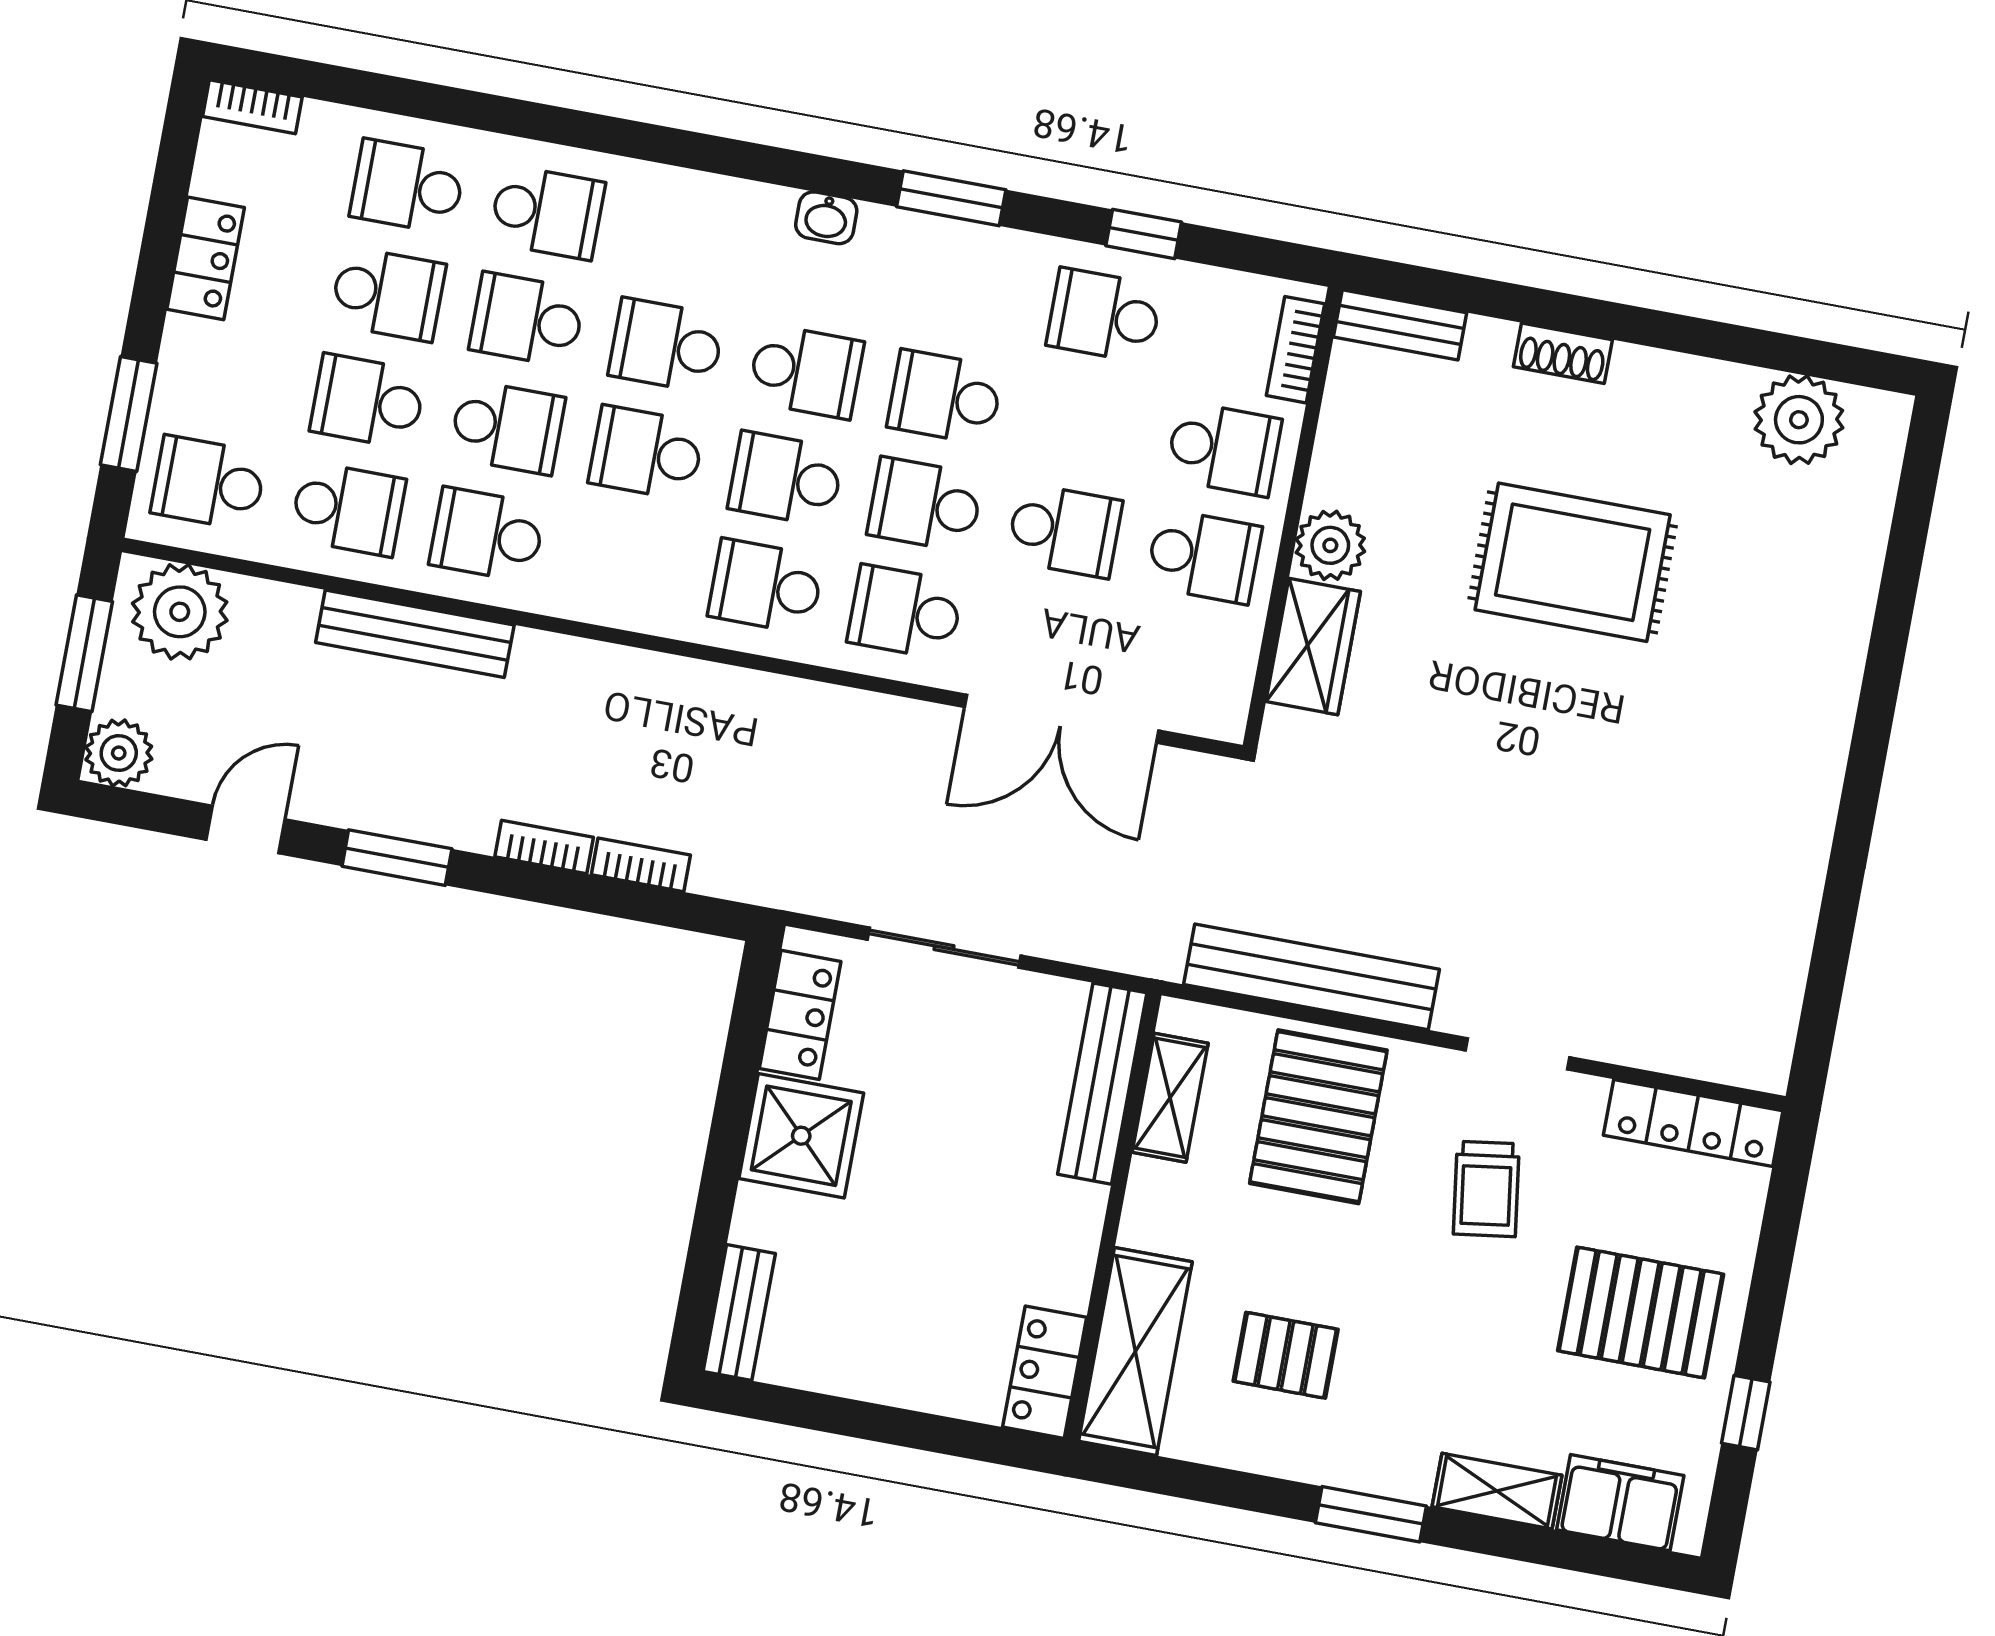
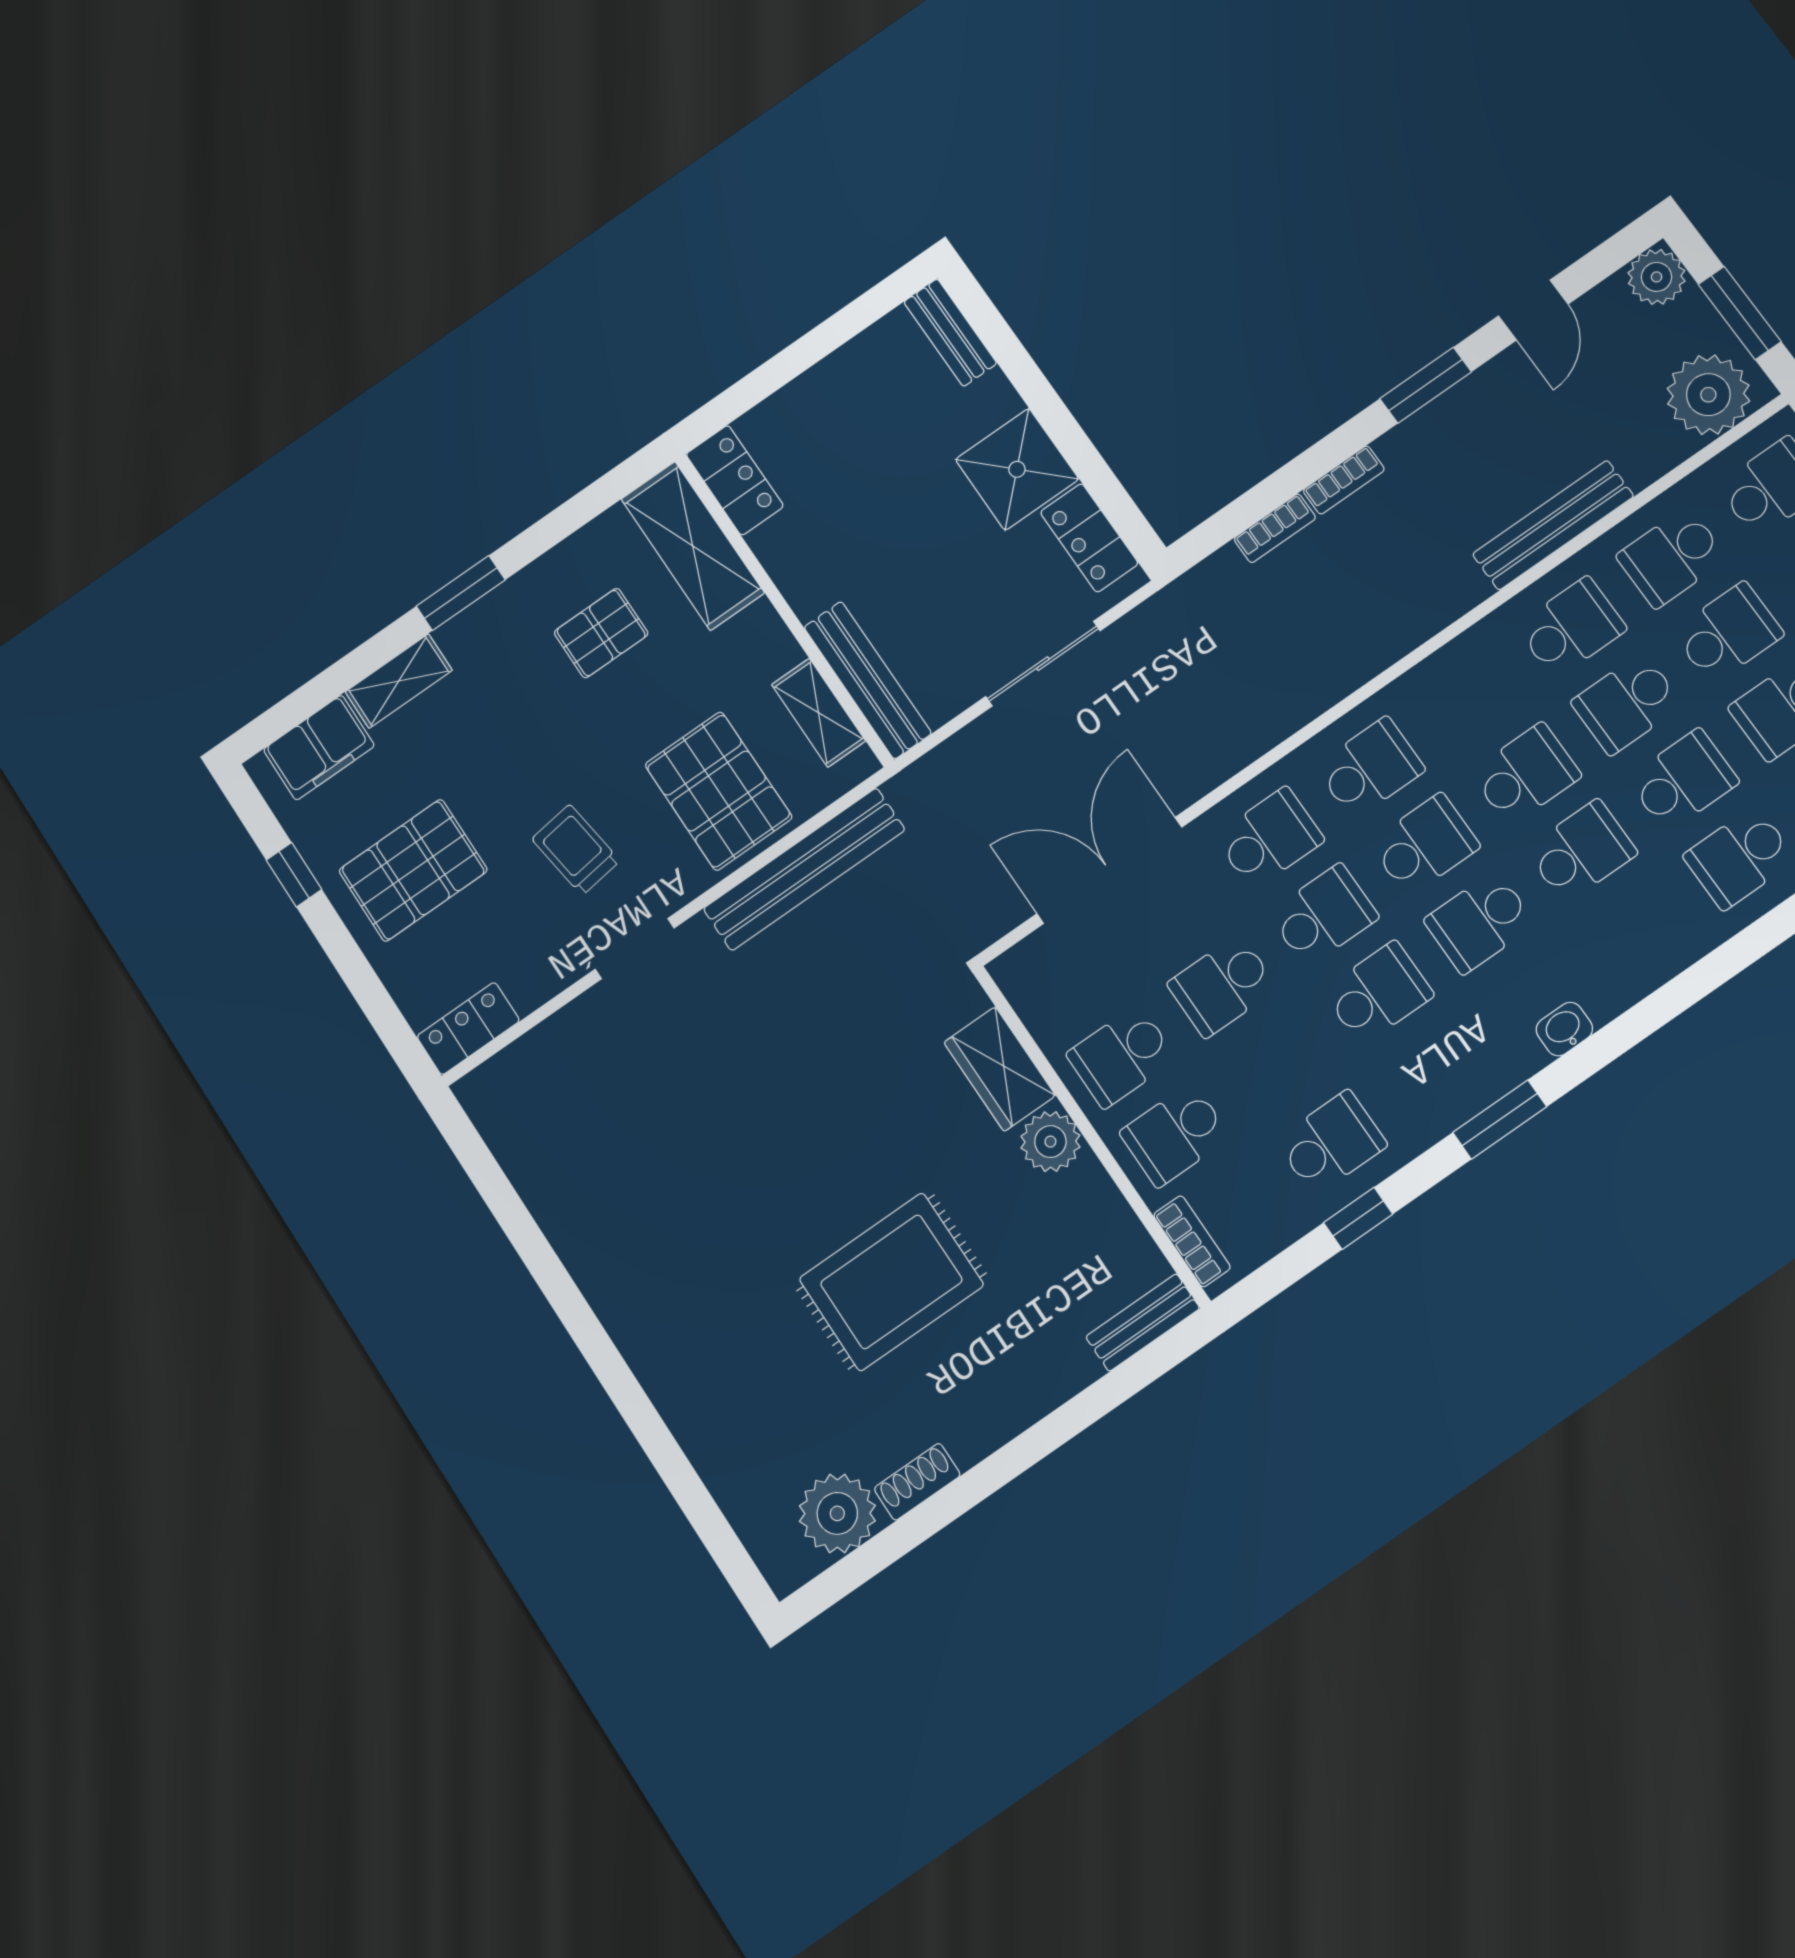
shoe rack: (1563, 353) -> (917, 1482), moved
locker: (1693, 1123) -> (468, 1029), width x0.66

